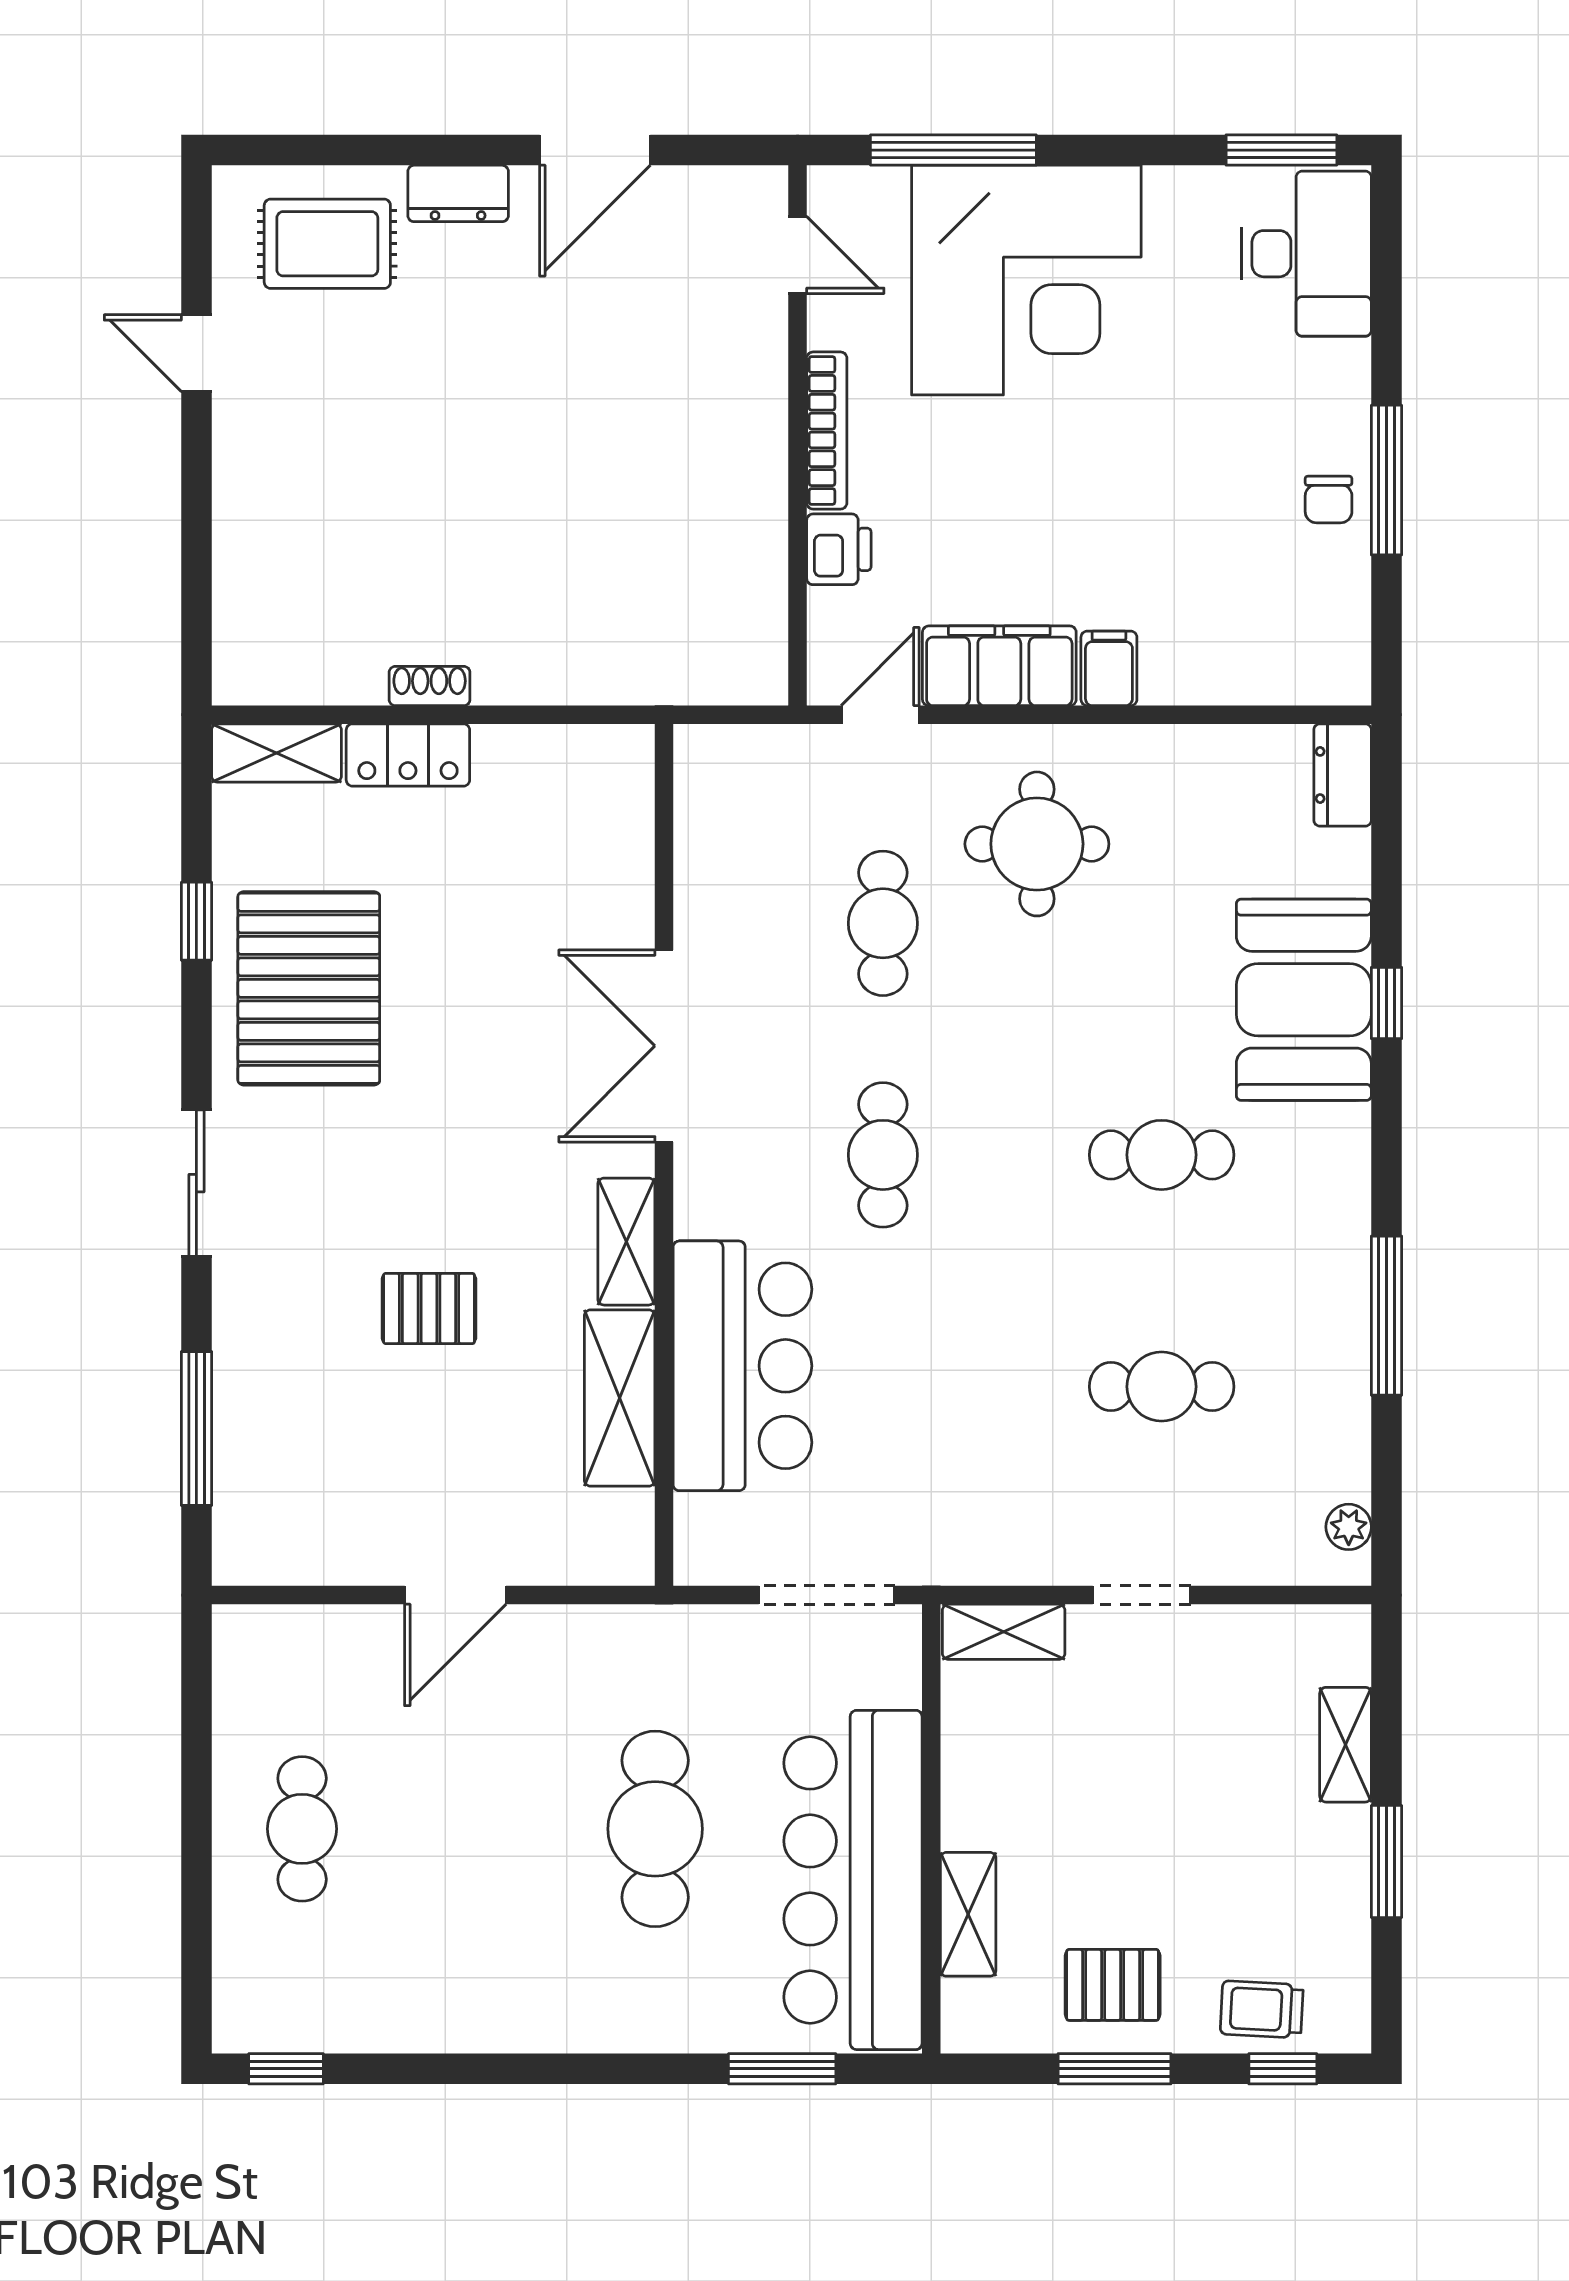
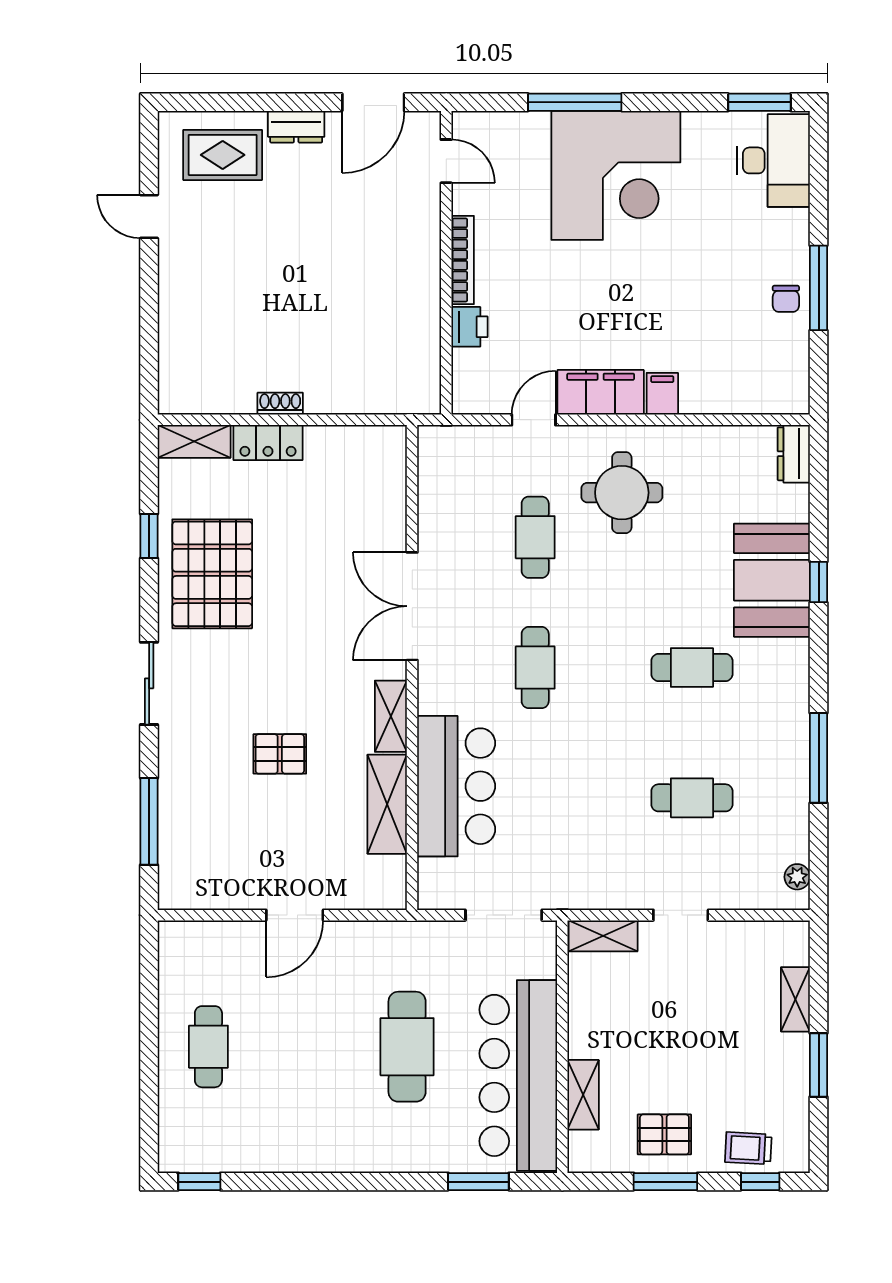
door: (798, 255) -> (446, 161), moved
bookcase: (827, 431) -> (463, 260), moved
wall: (798, 435) -> (446, 263), moved
printer: (839, 549) -> (469, 327), moved

